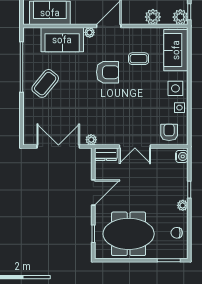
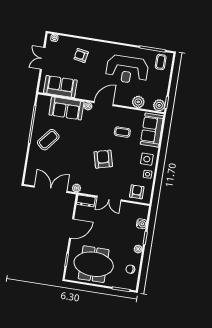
armchair: (108, 72) -> (103, 159), moved, turned -105
water cooler: (182, 156) -> (142, 224), moved

